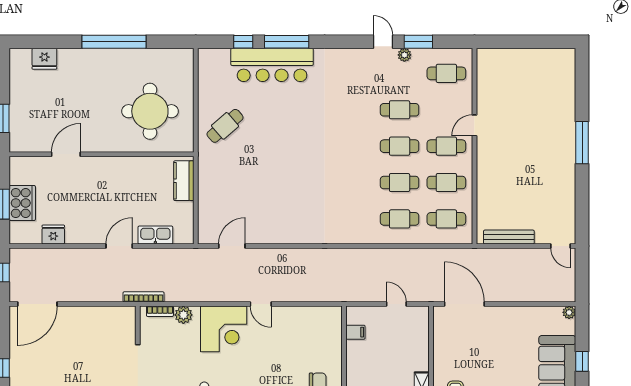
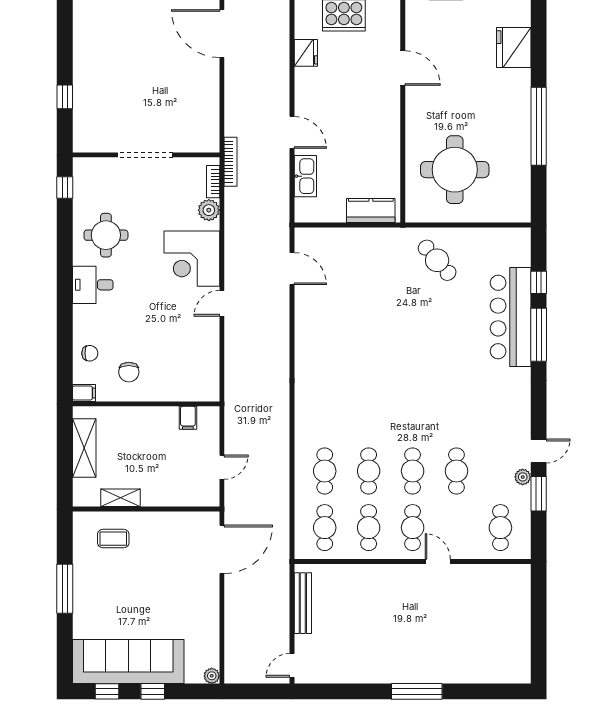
fridge: (44, 59) -> (514, 48), width x1.36, depth x1.34

